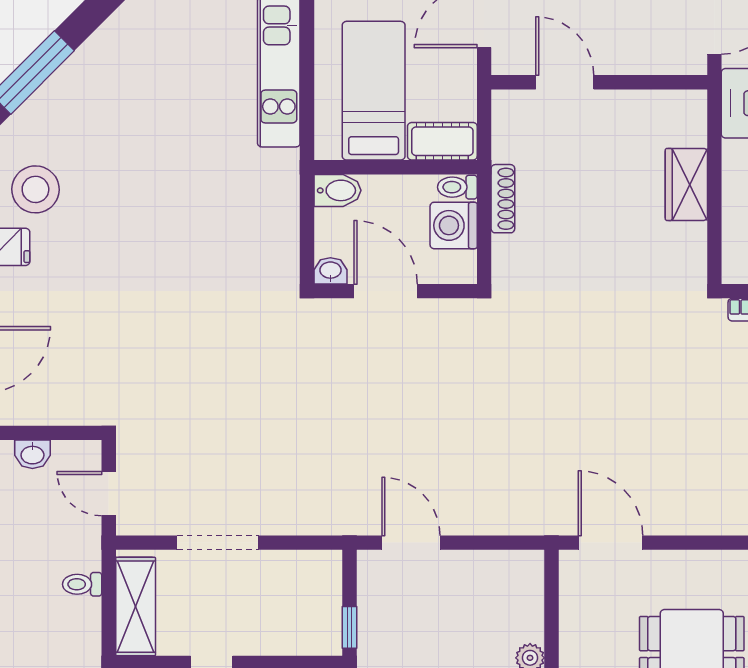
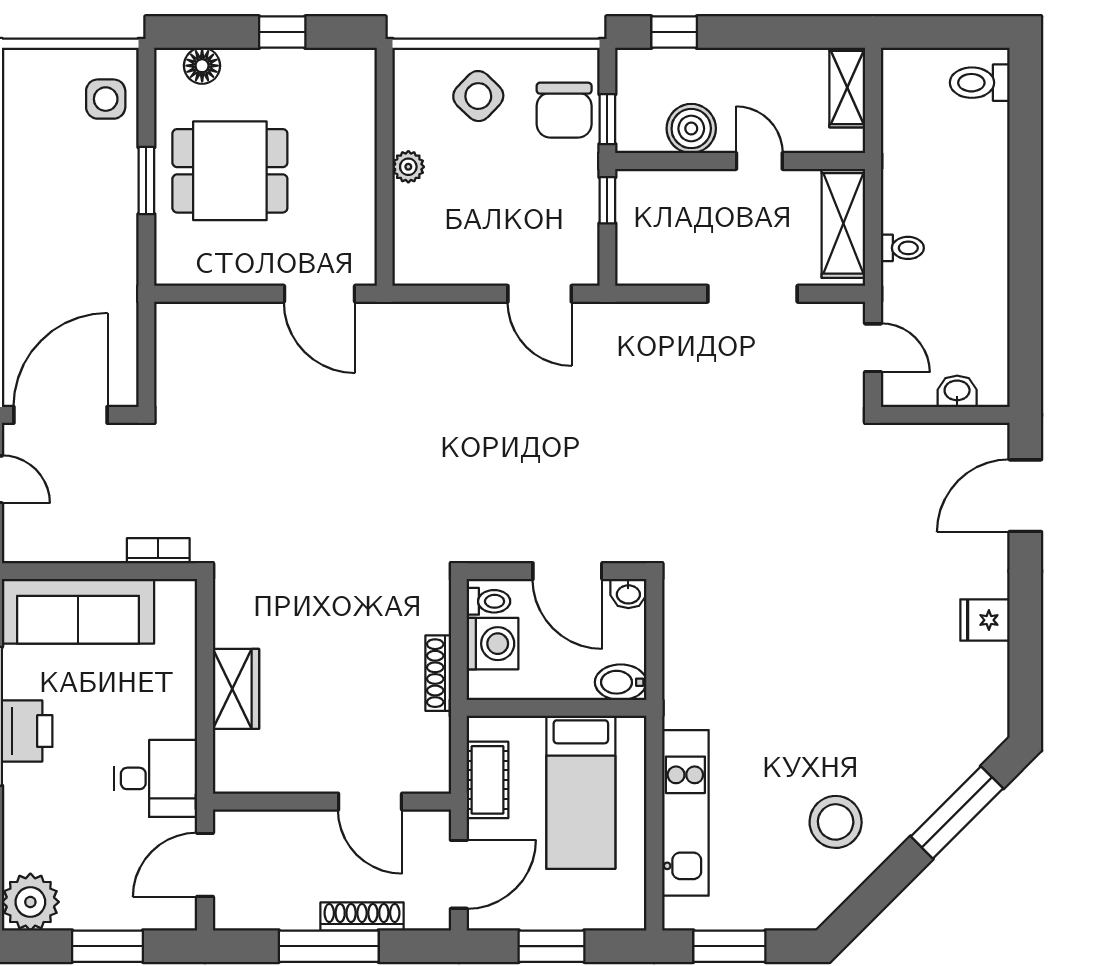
cot: (442, 141) -> (488, 780), moved, turned 90
toilet: (457, 187) -> (488, 601), moved
stool: (35, 189) -> (836, 822), moved

